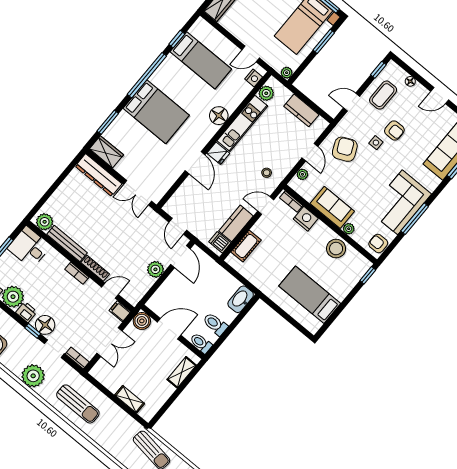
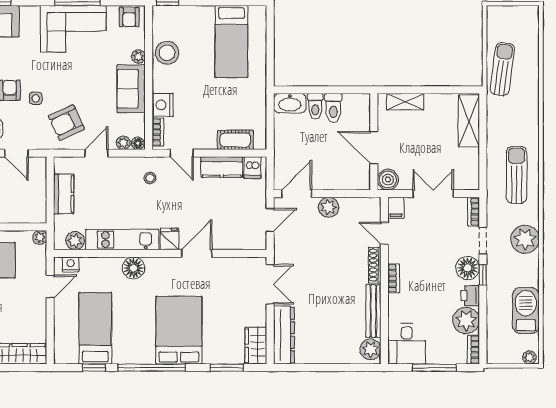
door: (251, 54) -> (50, 286), hinge flipped
floor lamp: (295, 183) -> (138, 143), added
toilet: (201, 343) -> (315, 106), moved
shelving: (130, 399) -> (469, 121), width x1.50, depth x1.33

